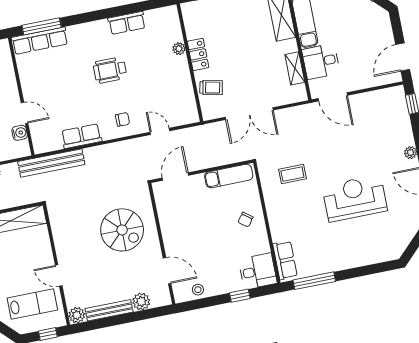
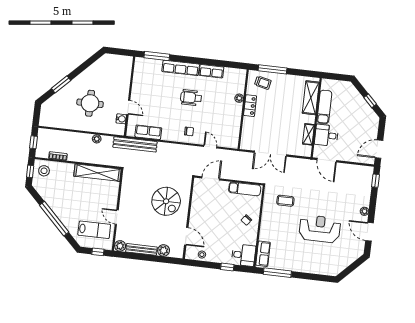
row of seats: (40, 41) -> (181, 68), moved
trolley: (211, 88) -> (263, 83), moved
row of seats: (81, 136) -> (148, 132), moved

